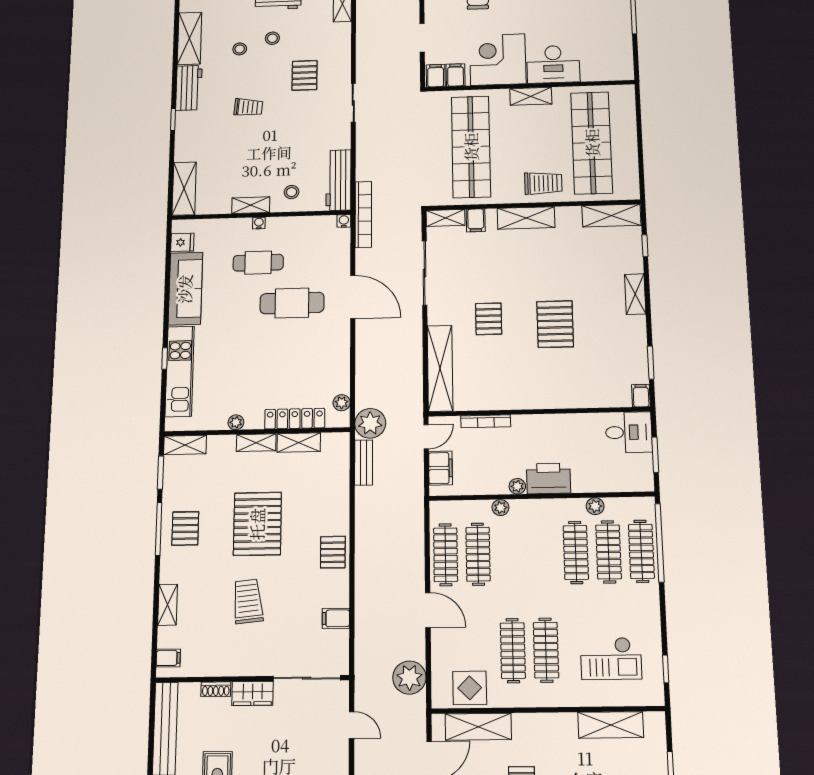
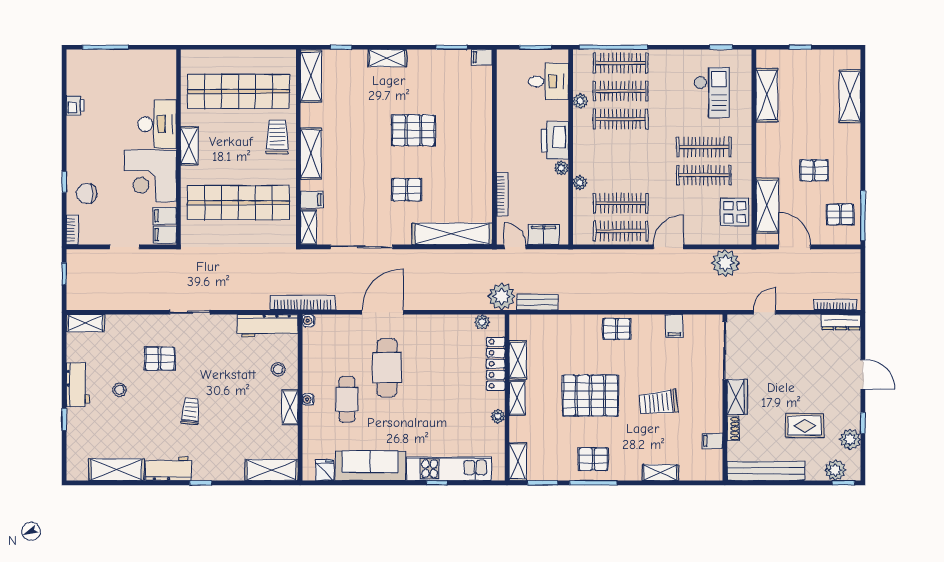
stool: (240, 49) -> (130, 421), removed
desk: (629, 432) -> (549, 81), moved, turned 90
filing cabinet: (168, 658) -> (712, 441), moved, turned -90

